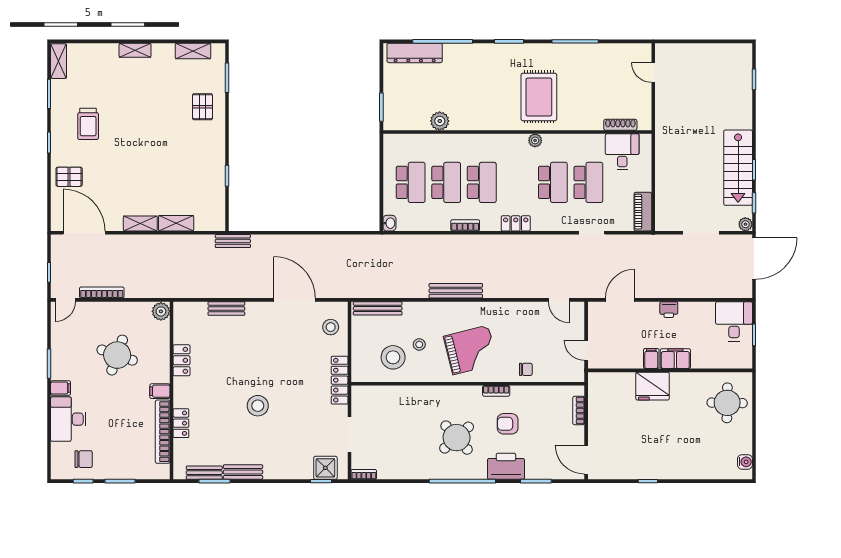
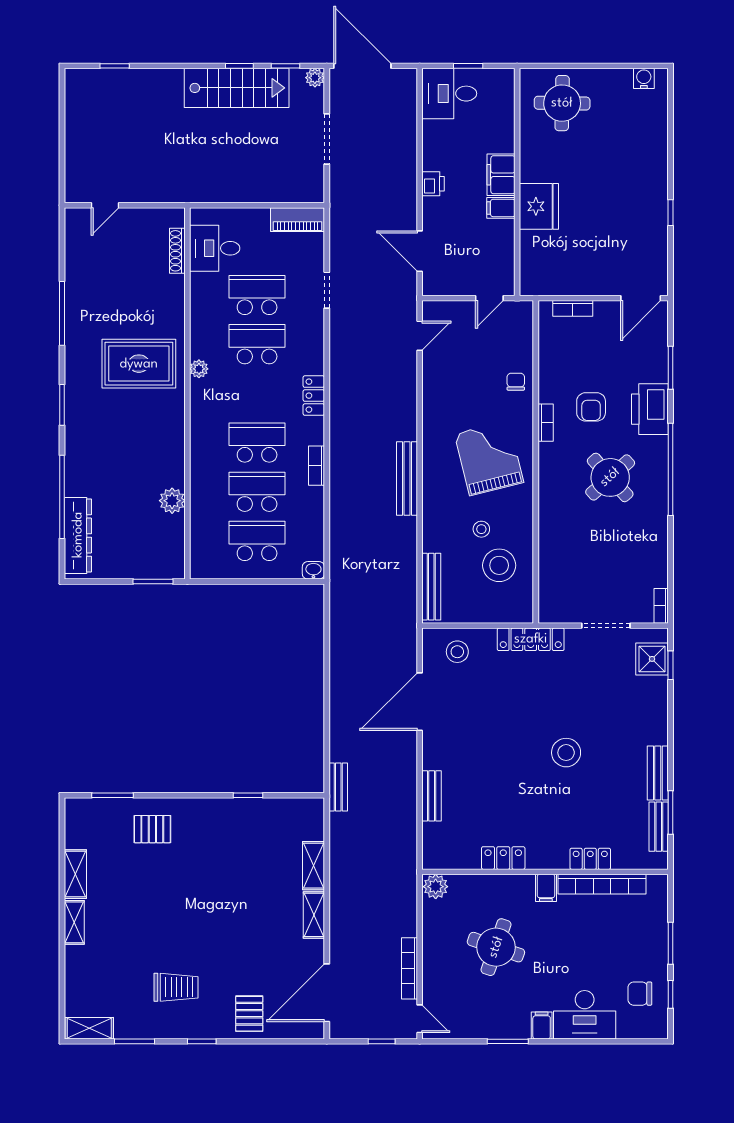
shelving: (193, 51) -> (75, 874), moved
chair: (84, 459) -> (640, 994), turned -90

